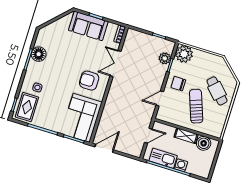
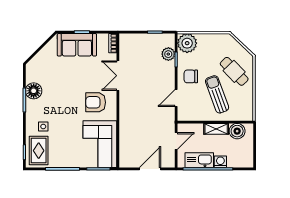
door: (104, 148) -> (150, 169), moved

